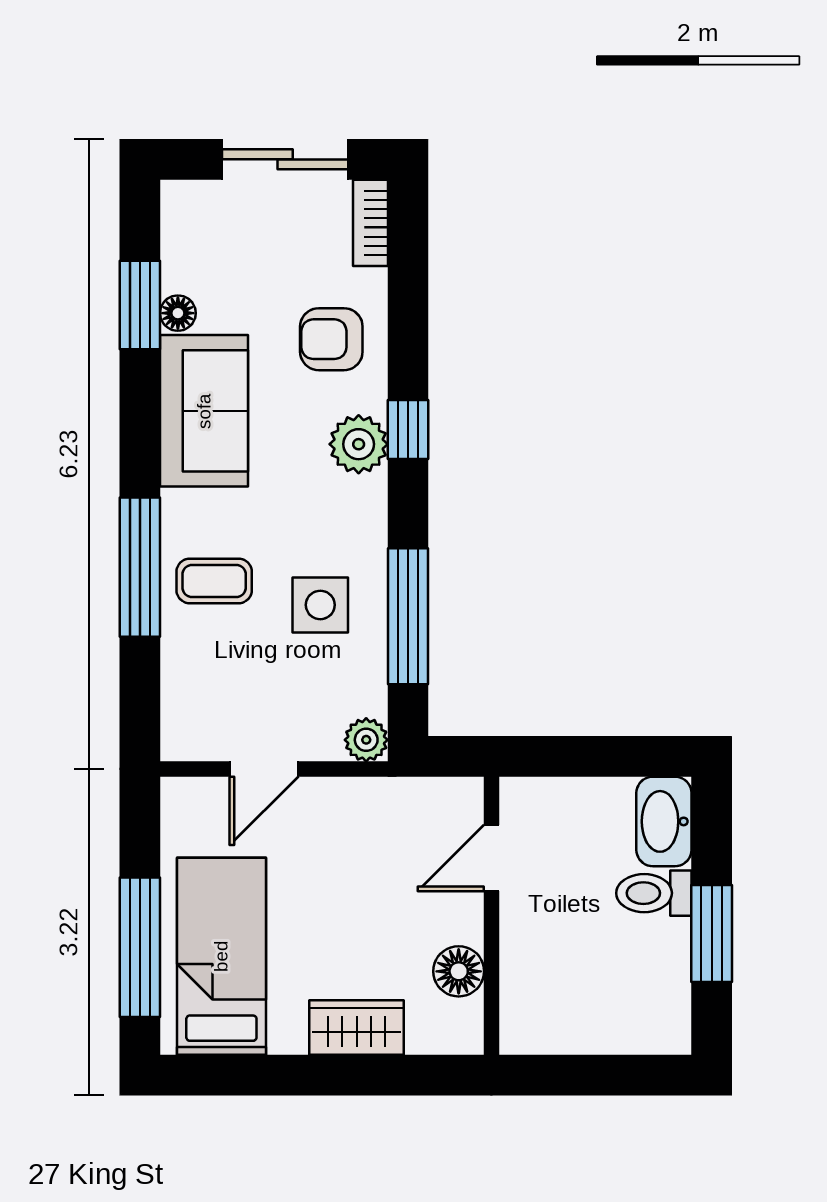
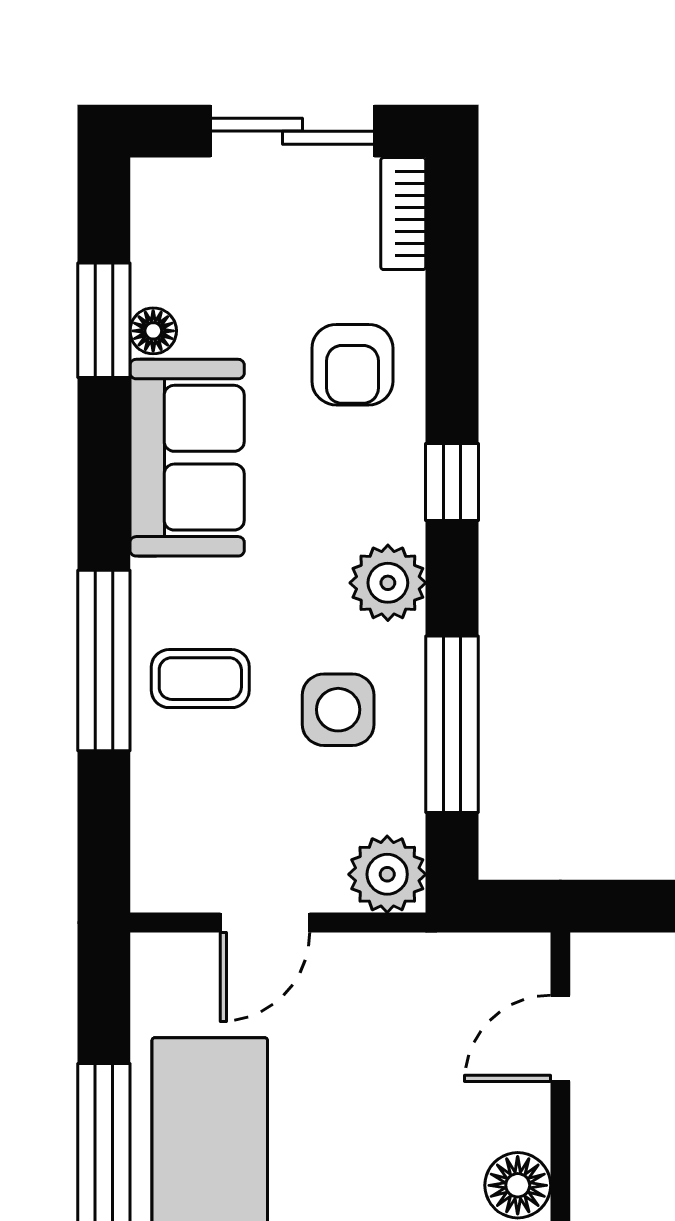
armchair: (331, 339) -> (352, 365), turned -90
plant: (359, 444) -> (388, 583), moved
plant: (366, 740) -> (387, 874), width x1.38, depth x1.38

